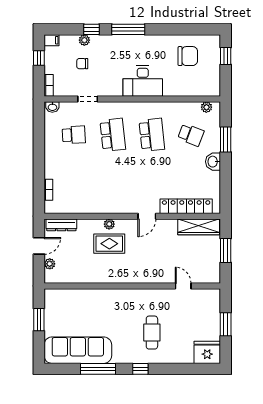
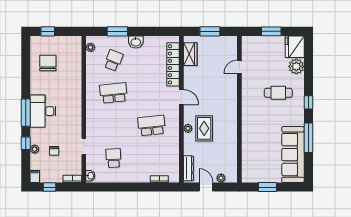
desk: (143, 81) -> (43, 111), moved, turned 180
school desk: (113, 135) -> (152, 125), moved
wardrobe: (199, 227) -> (190, 54), width x0.67
plant: (184, 354) -> (296, 66), added

